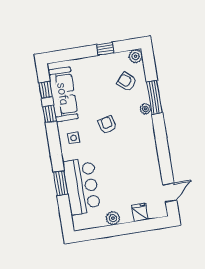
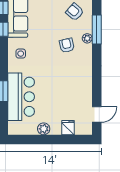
armchair: (107, 125) -> (67, 45), moved

